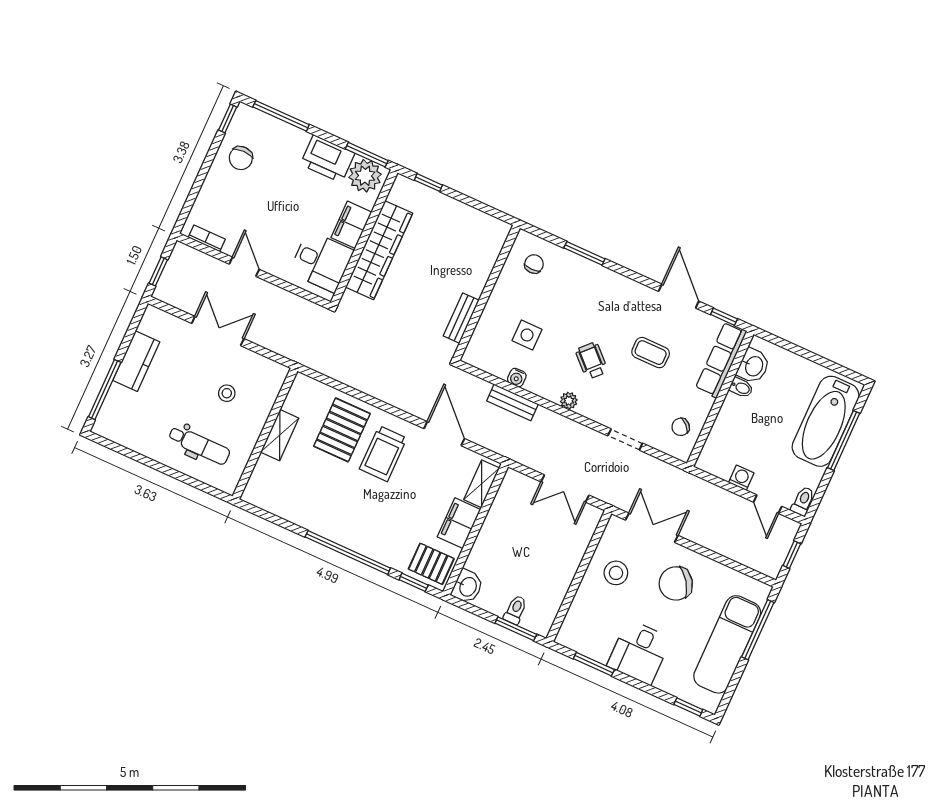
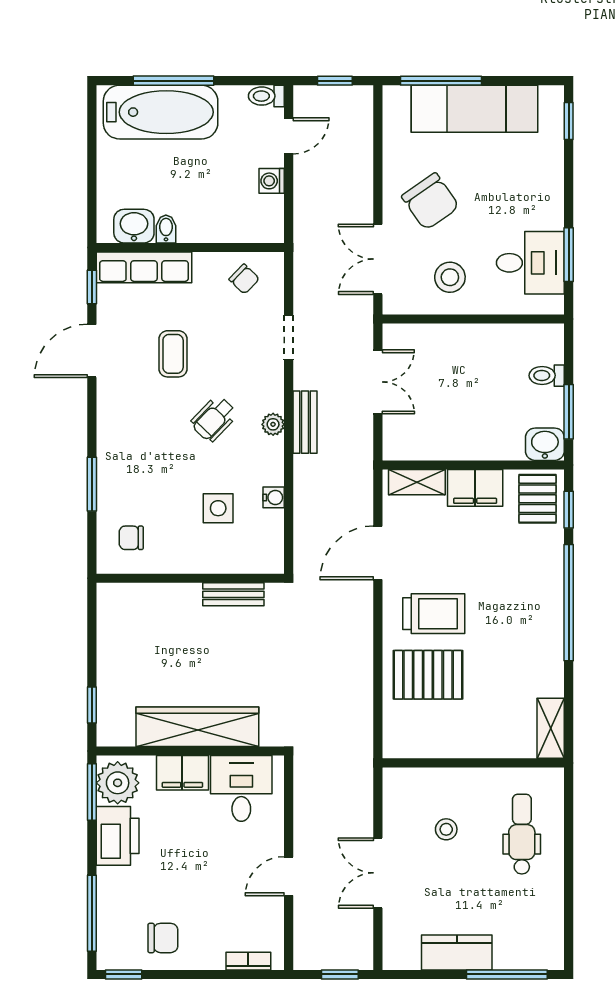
bookcase: (207, 238) -> (248, 961), moved, turned 90
bench: (513, 402) -> (305, 422), moved
shelving: (280, 435) -> (551, 728), moved, turned 90
window: (516, 629) -> (569, 412), moved
desk: (639, 652) -> (530, 263), moved

